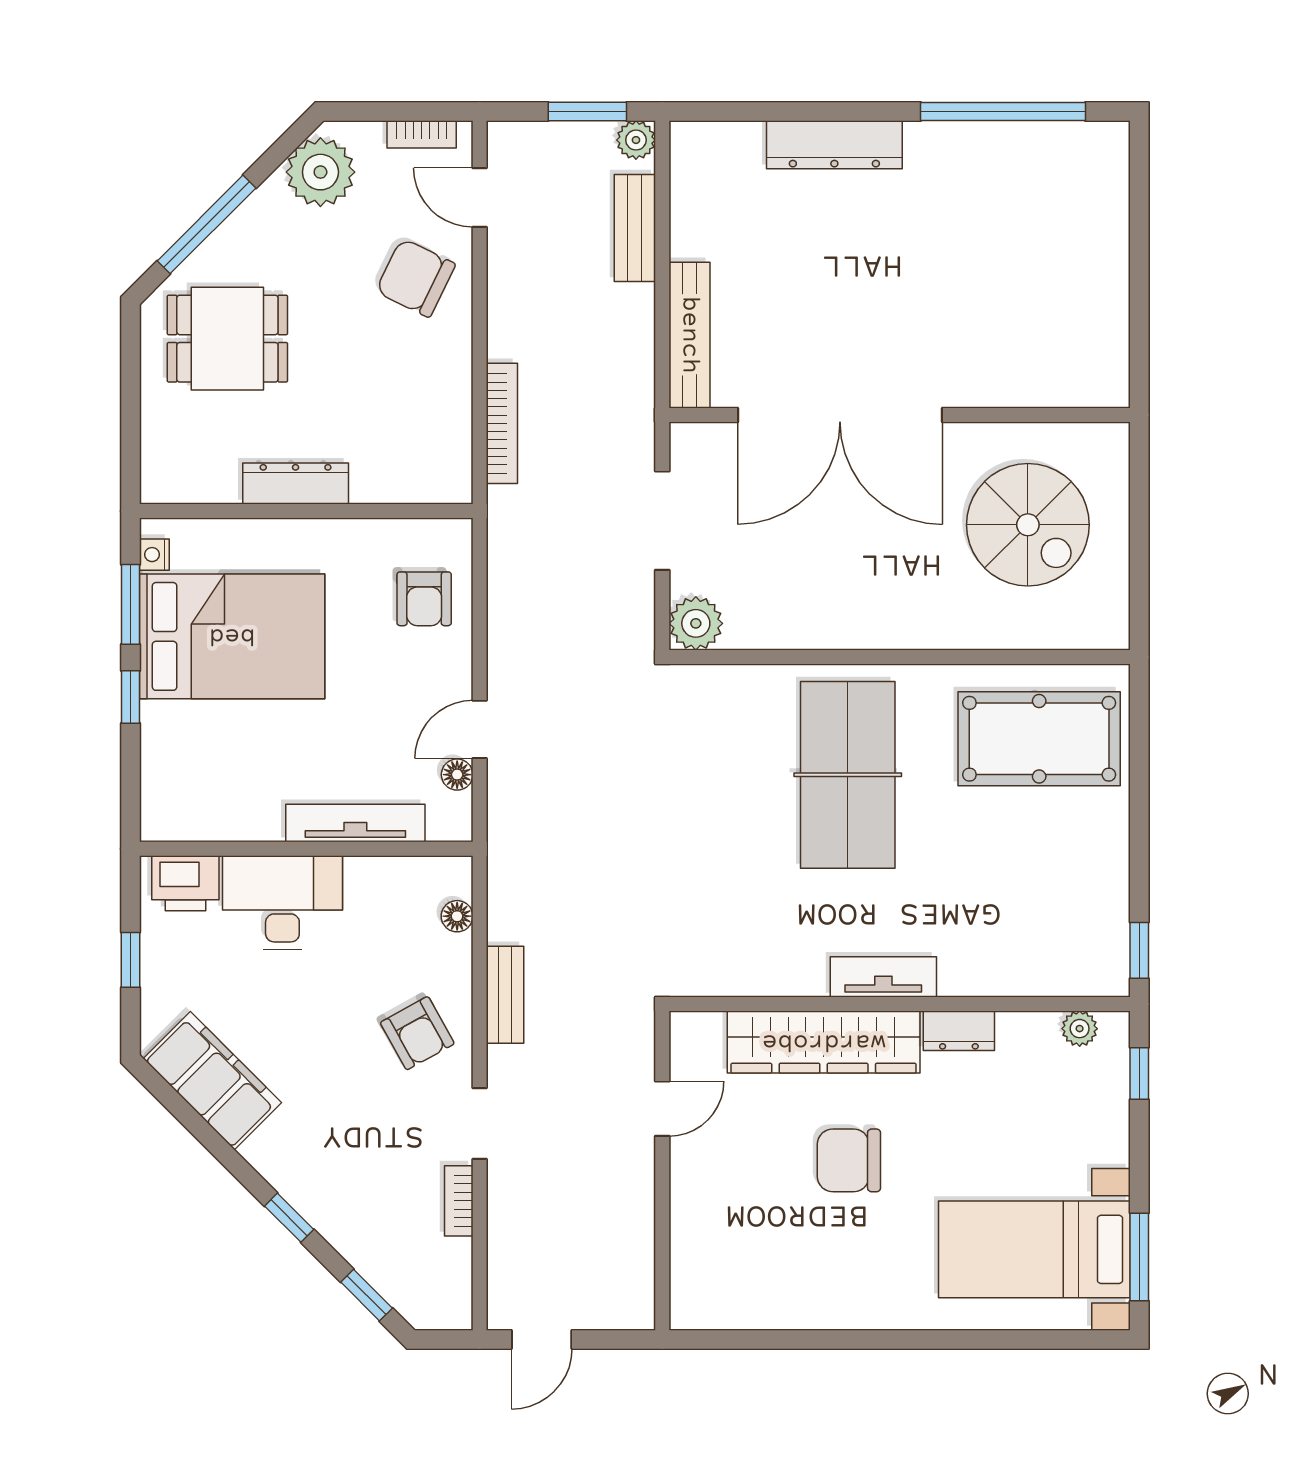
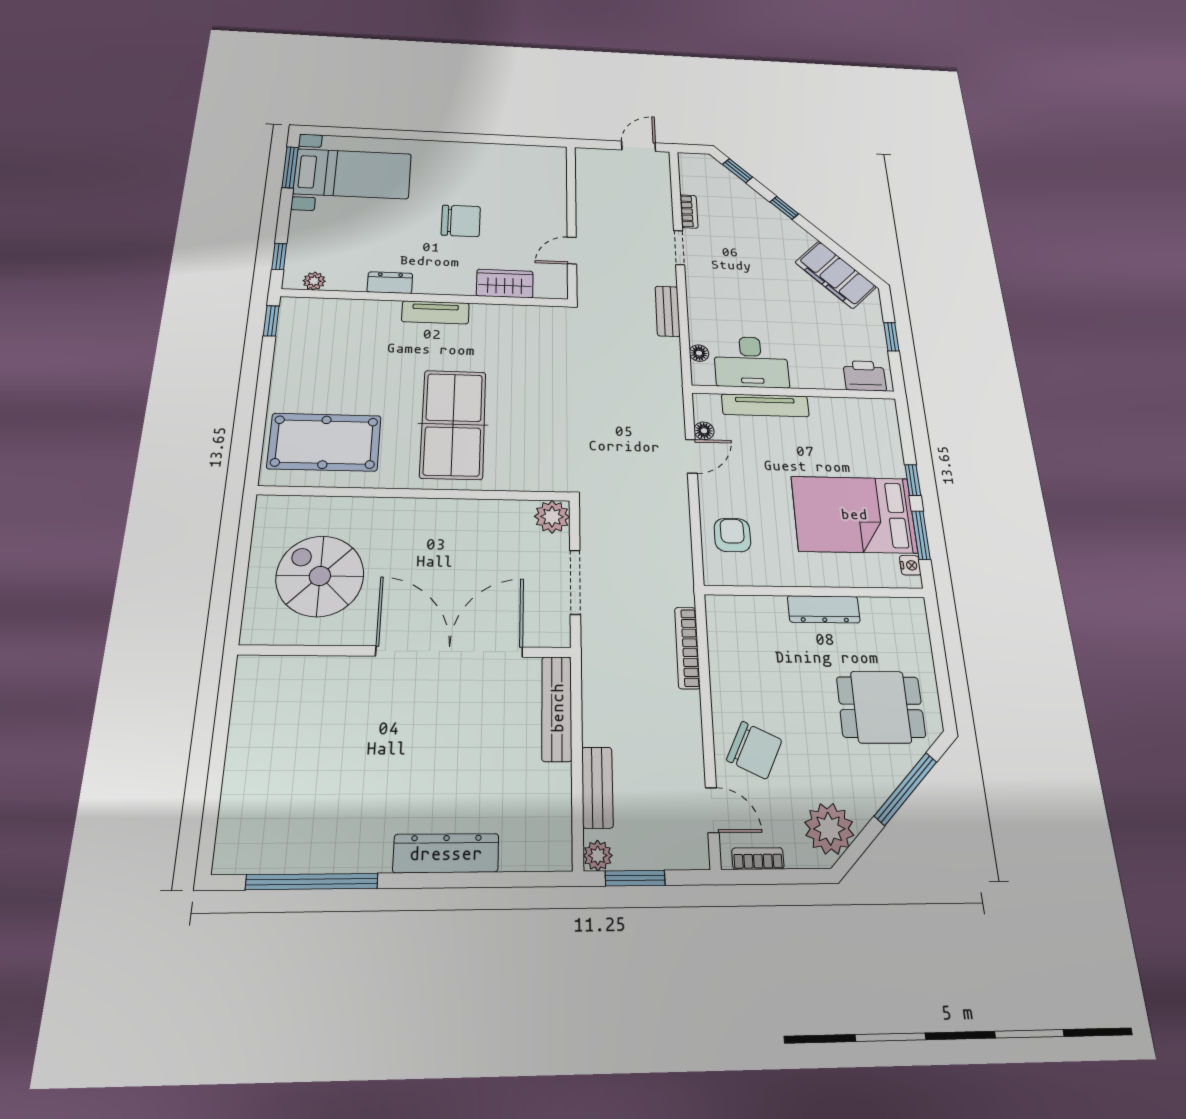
desk: (282, 903) -> (751, 362), moved
armchair: (417, 1033) -> (719, 294), removed
wardrobe: (824, 1042) -> (505, 284), width x0.48, depth x0.85

